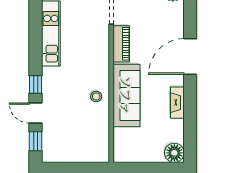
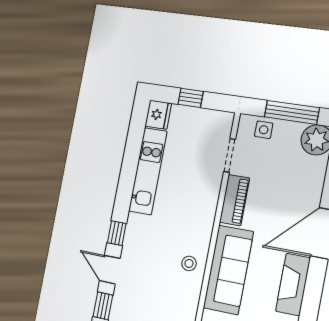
fireplace: (177, 103) -> (293, 285), width x1.37, depth x1.32

